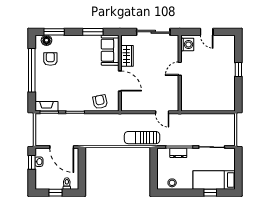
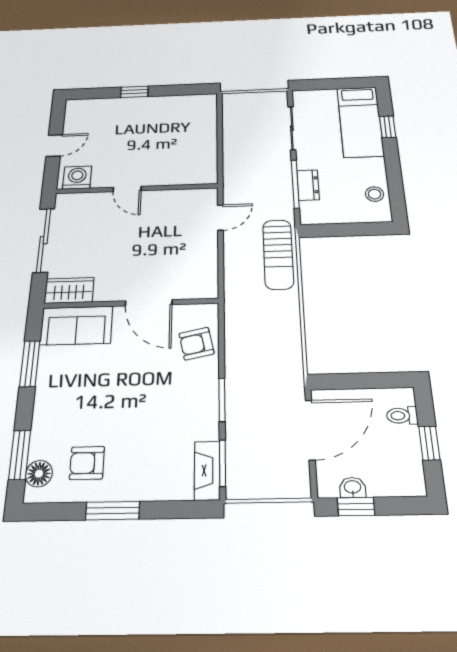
wardrobe: (127, 56) -> (69, 290), moved
window: (32, 70) -> (113, 511), width x0.47
door: (120, 81) -> (149, 303), swing flipped

